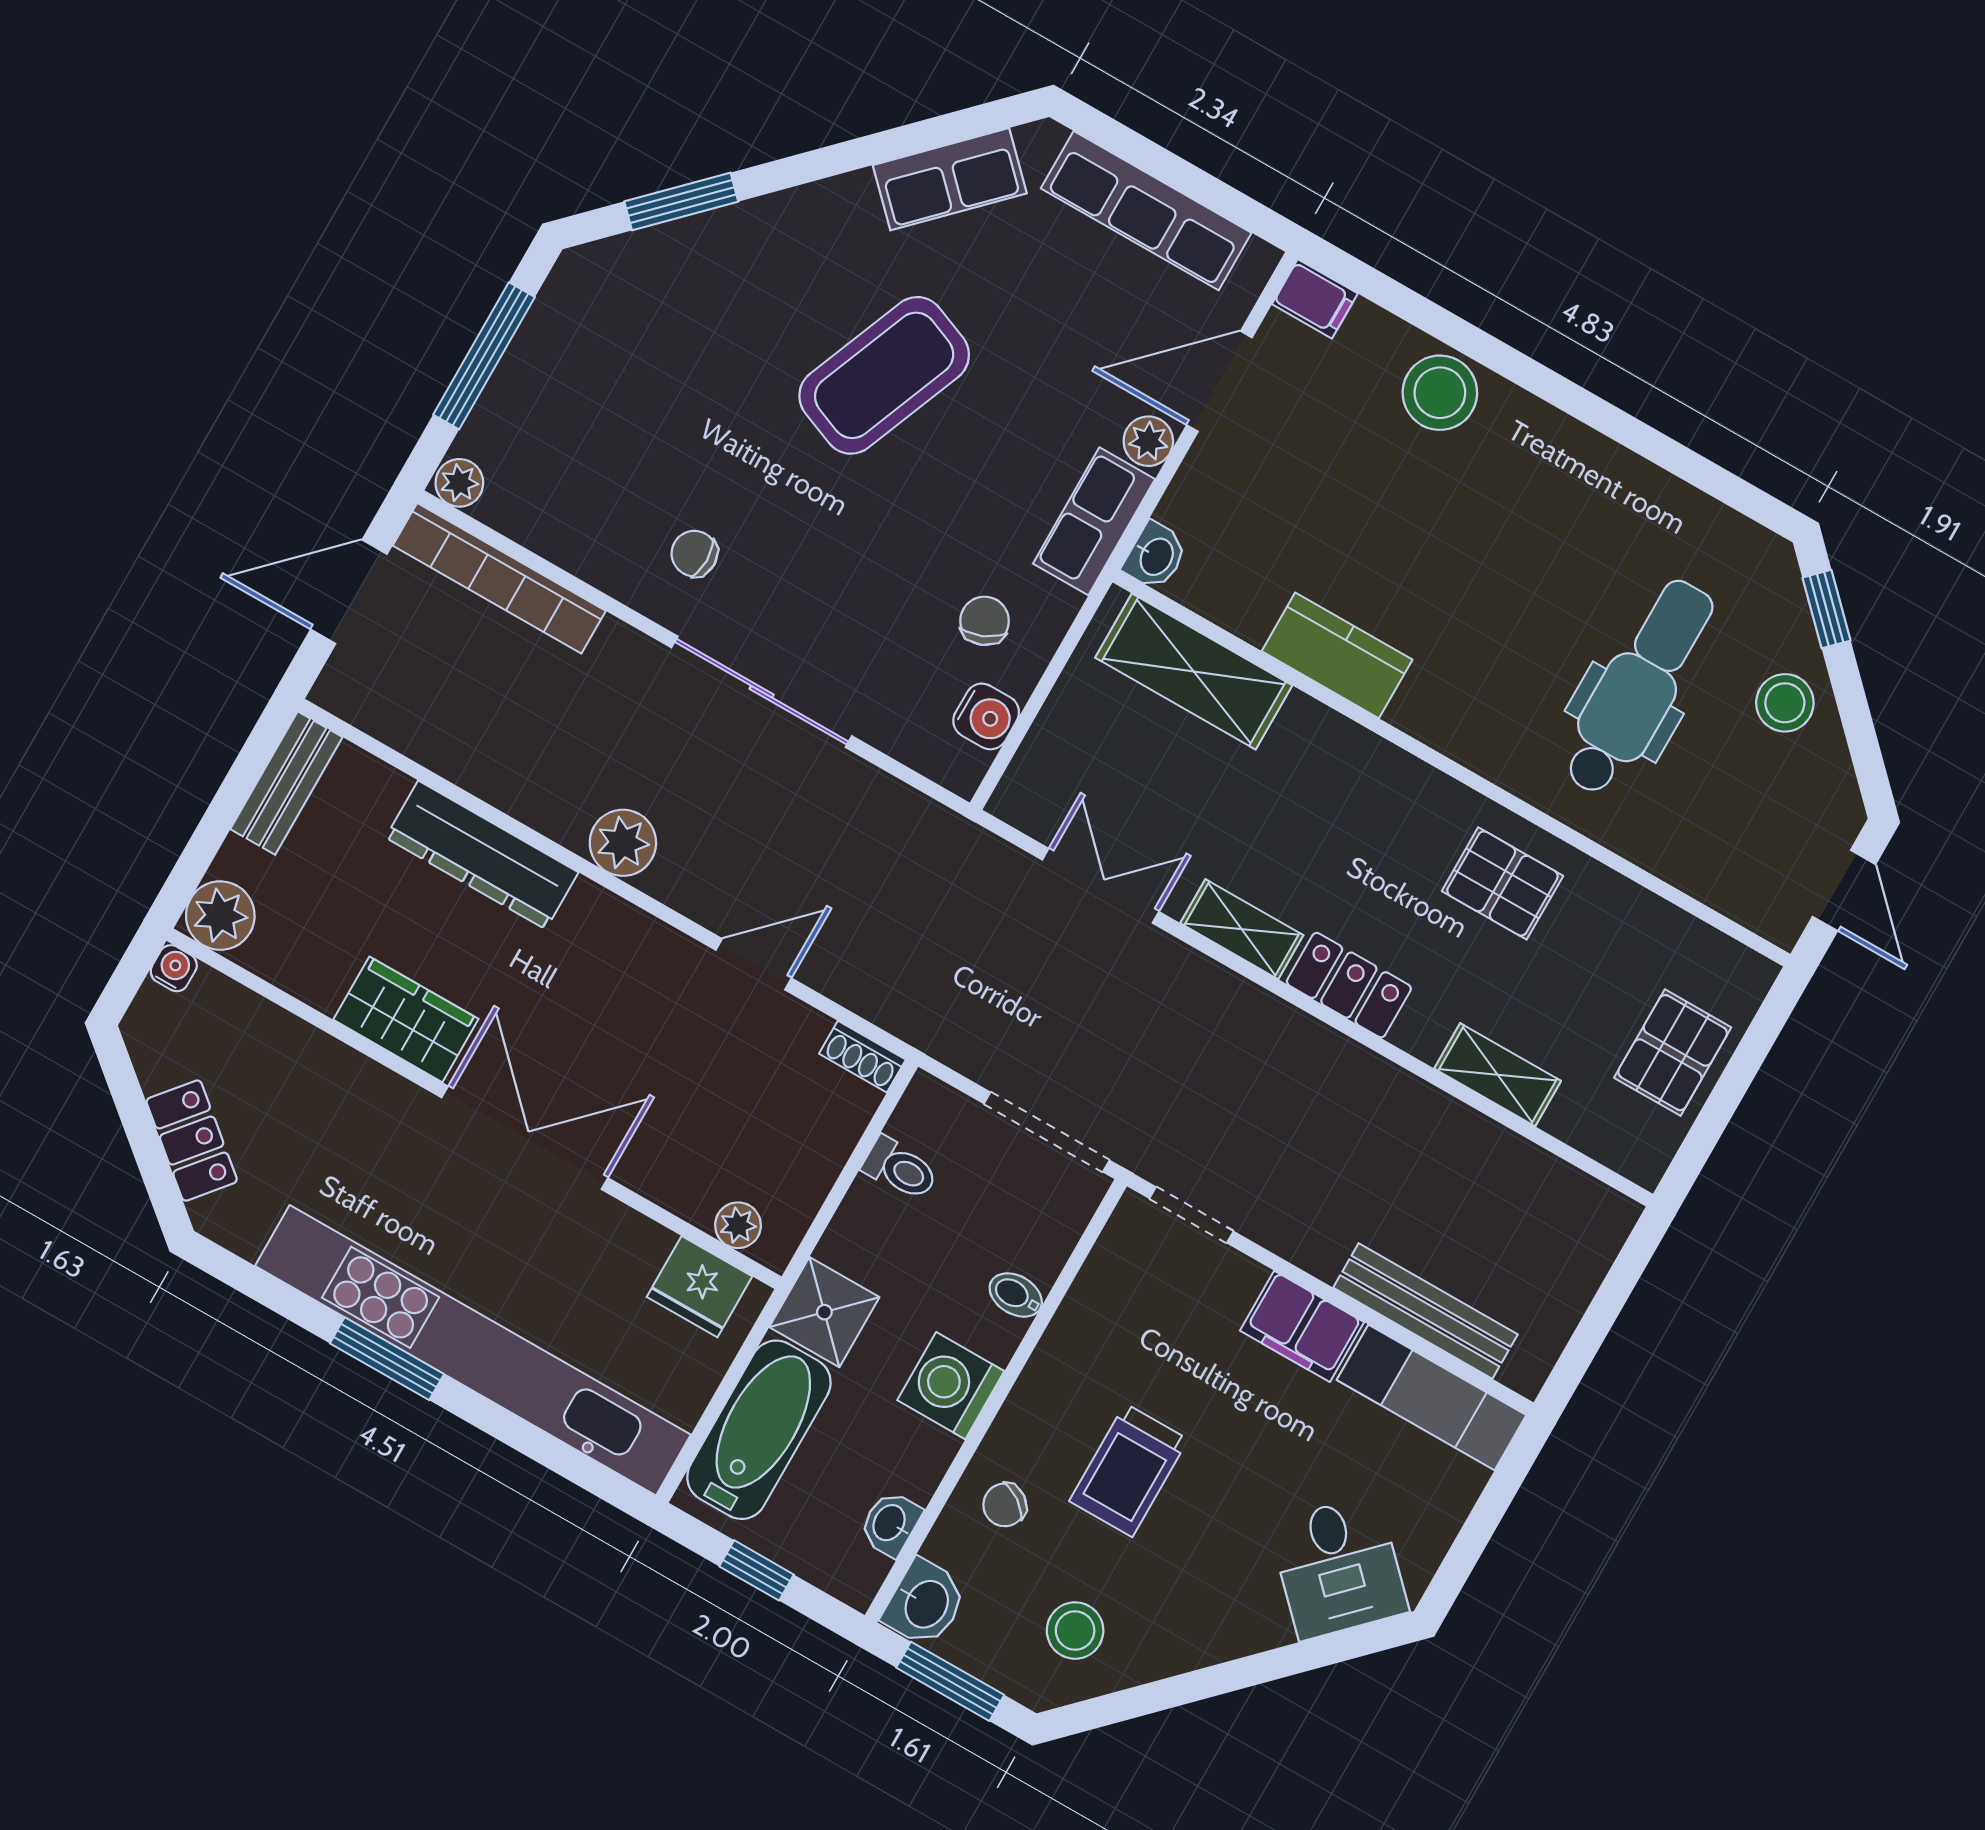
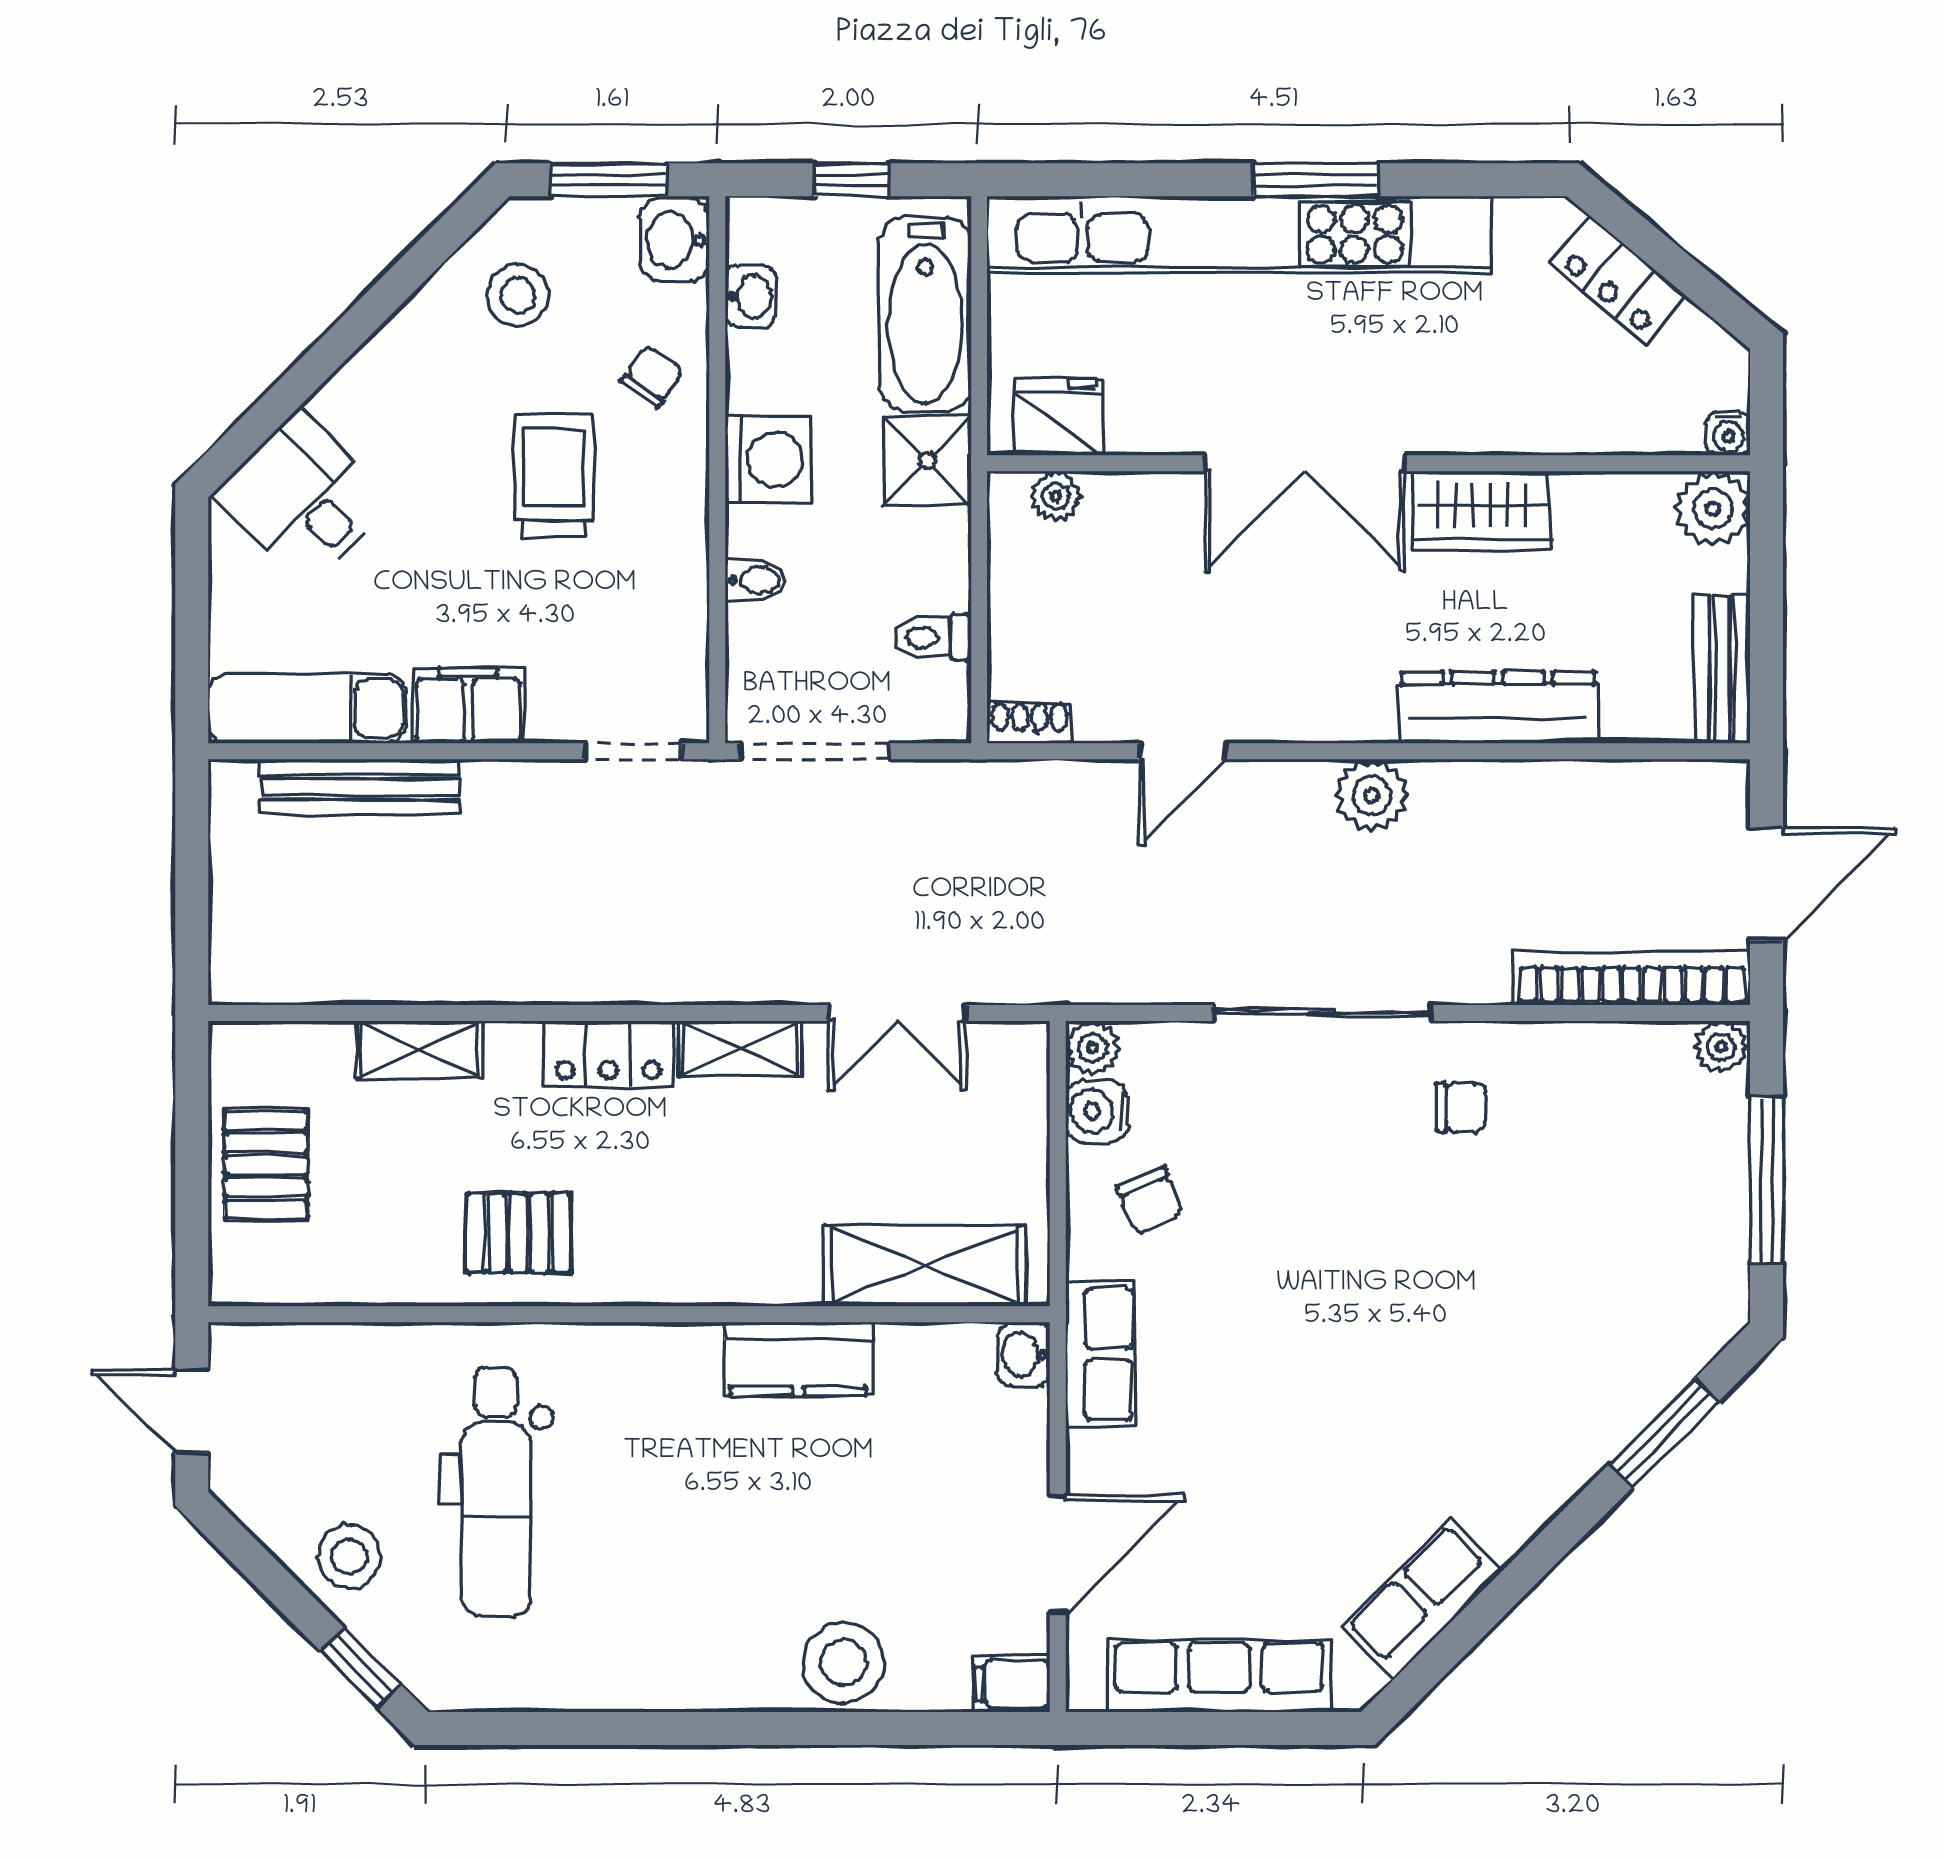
coffee table: (884, 375) -> (1378, 1378), removed
plant: (1148, 441) -> (1092, 1048), moved

